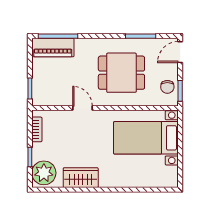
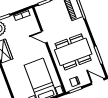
dining table: (121, 73) -> (73, 52), width x1.38
door: (82, 108) -> (44, 37), swing flipped

